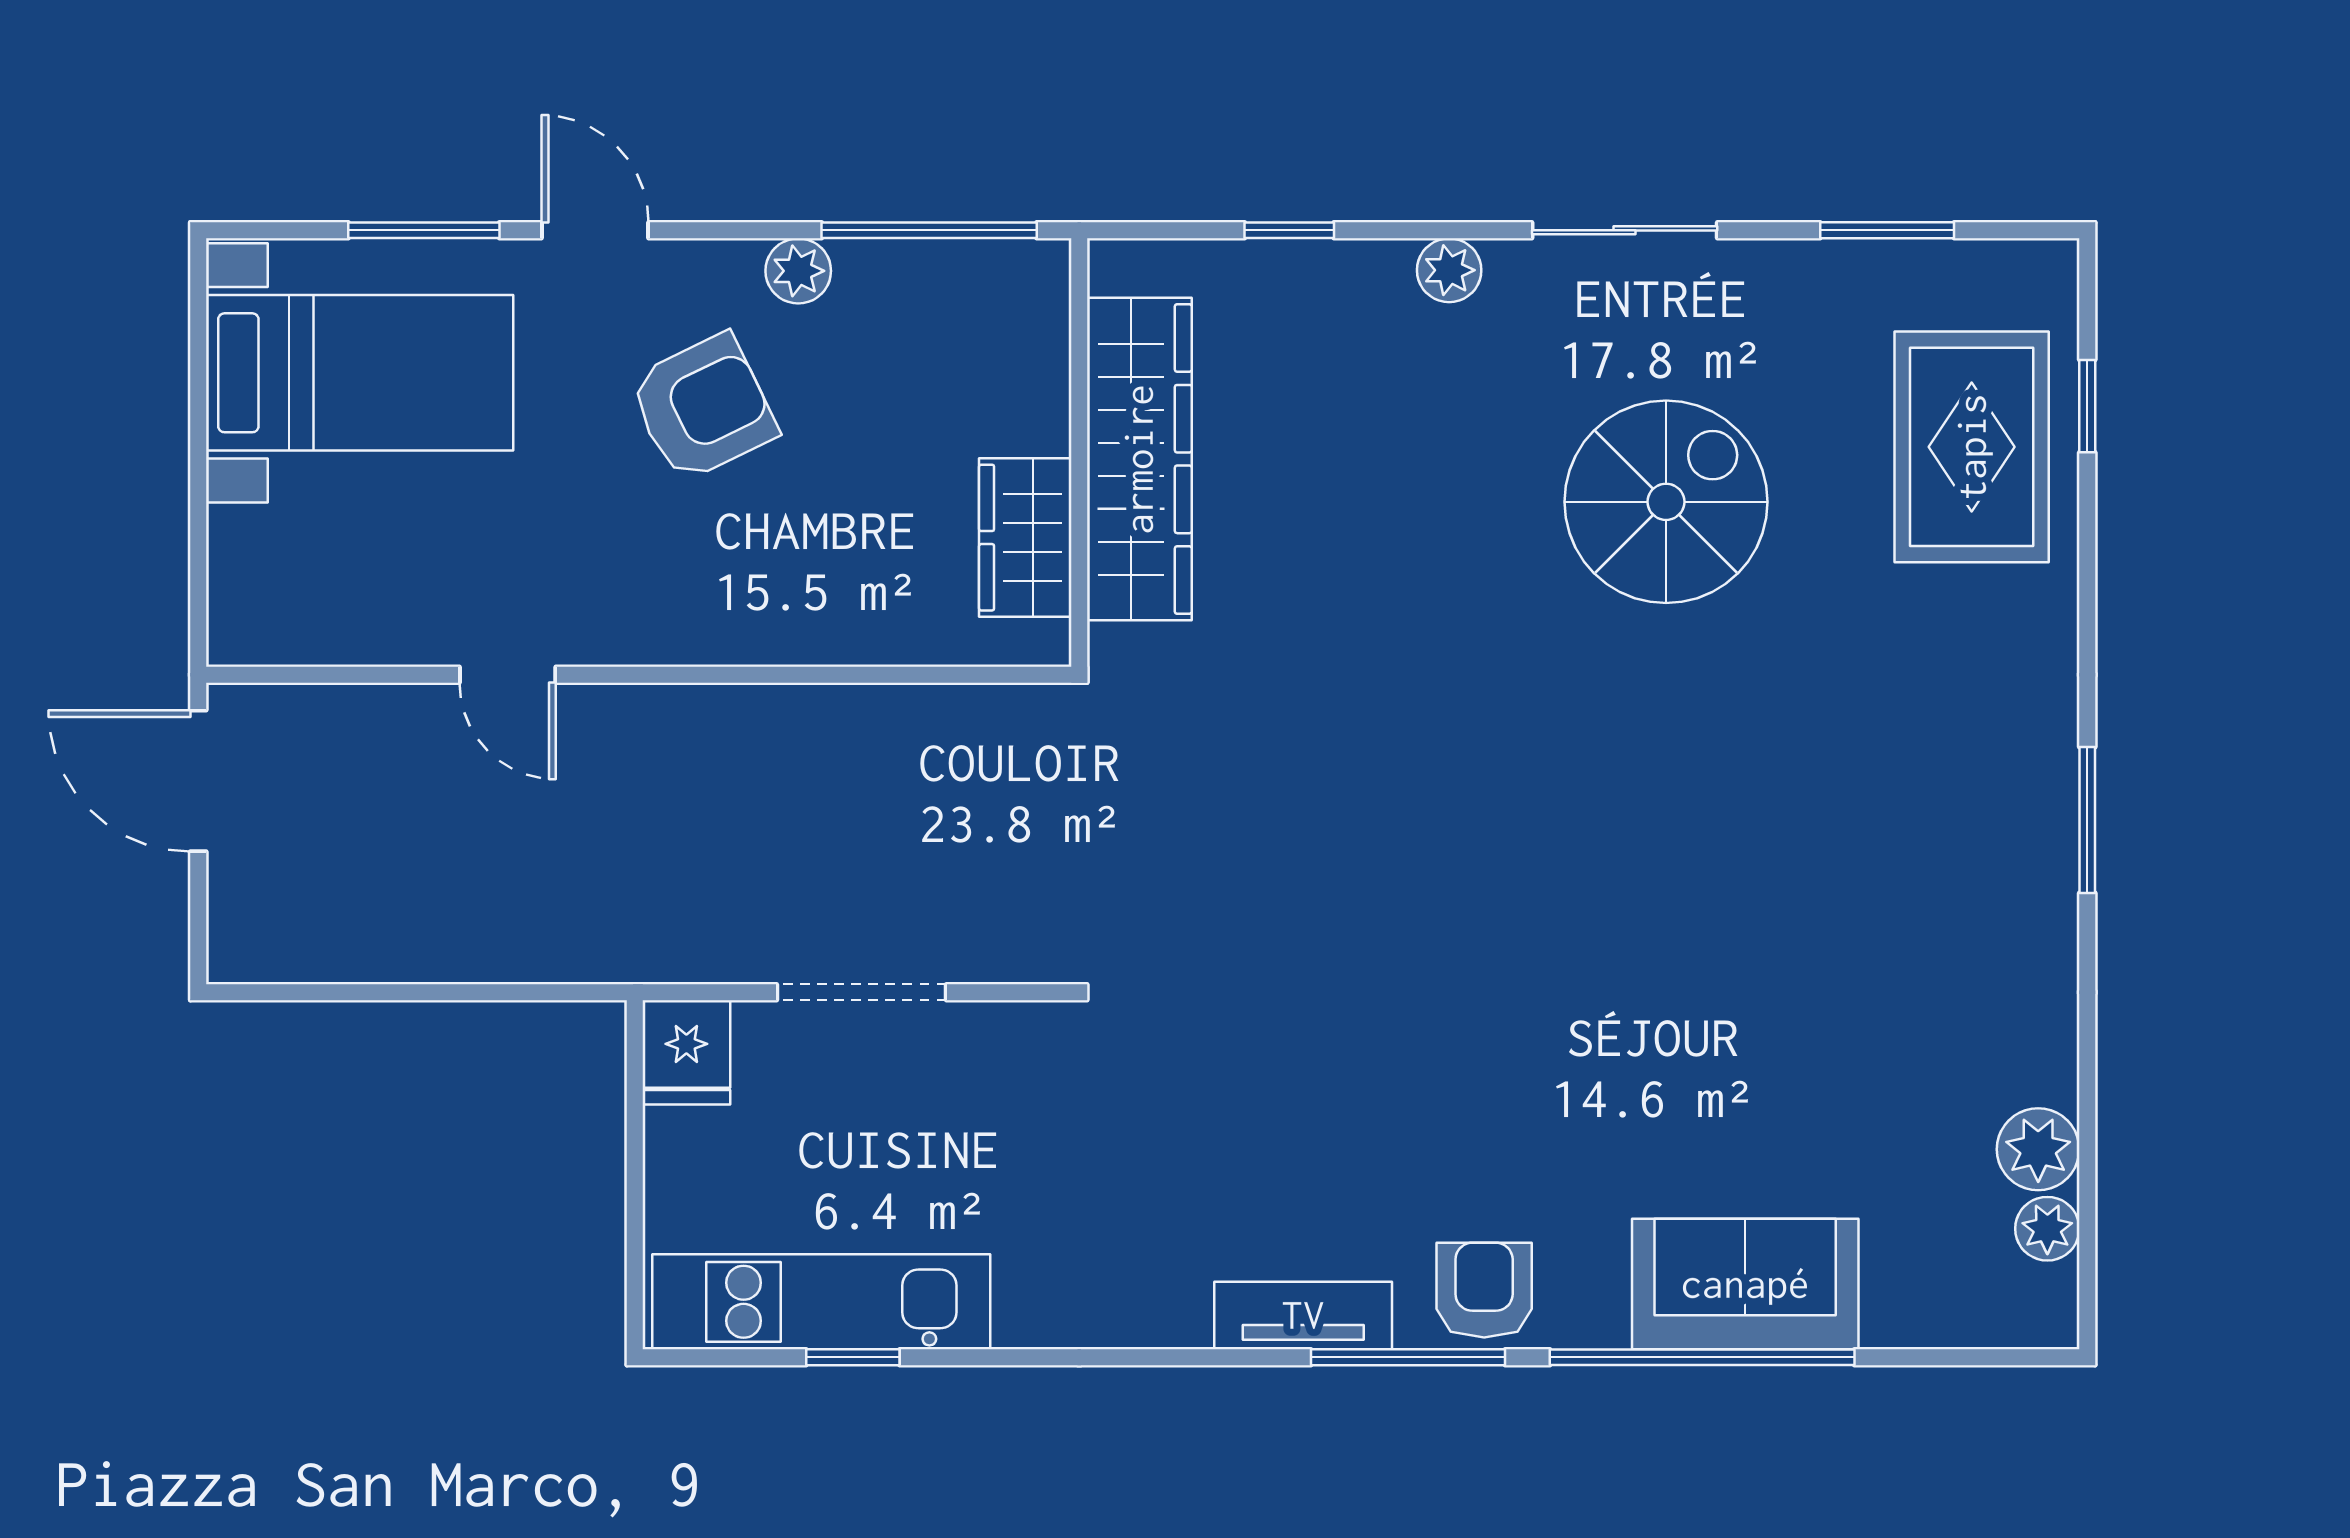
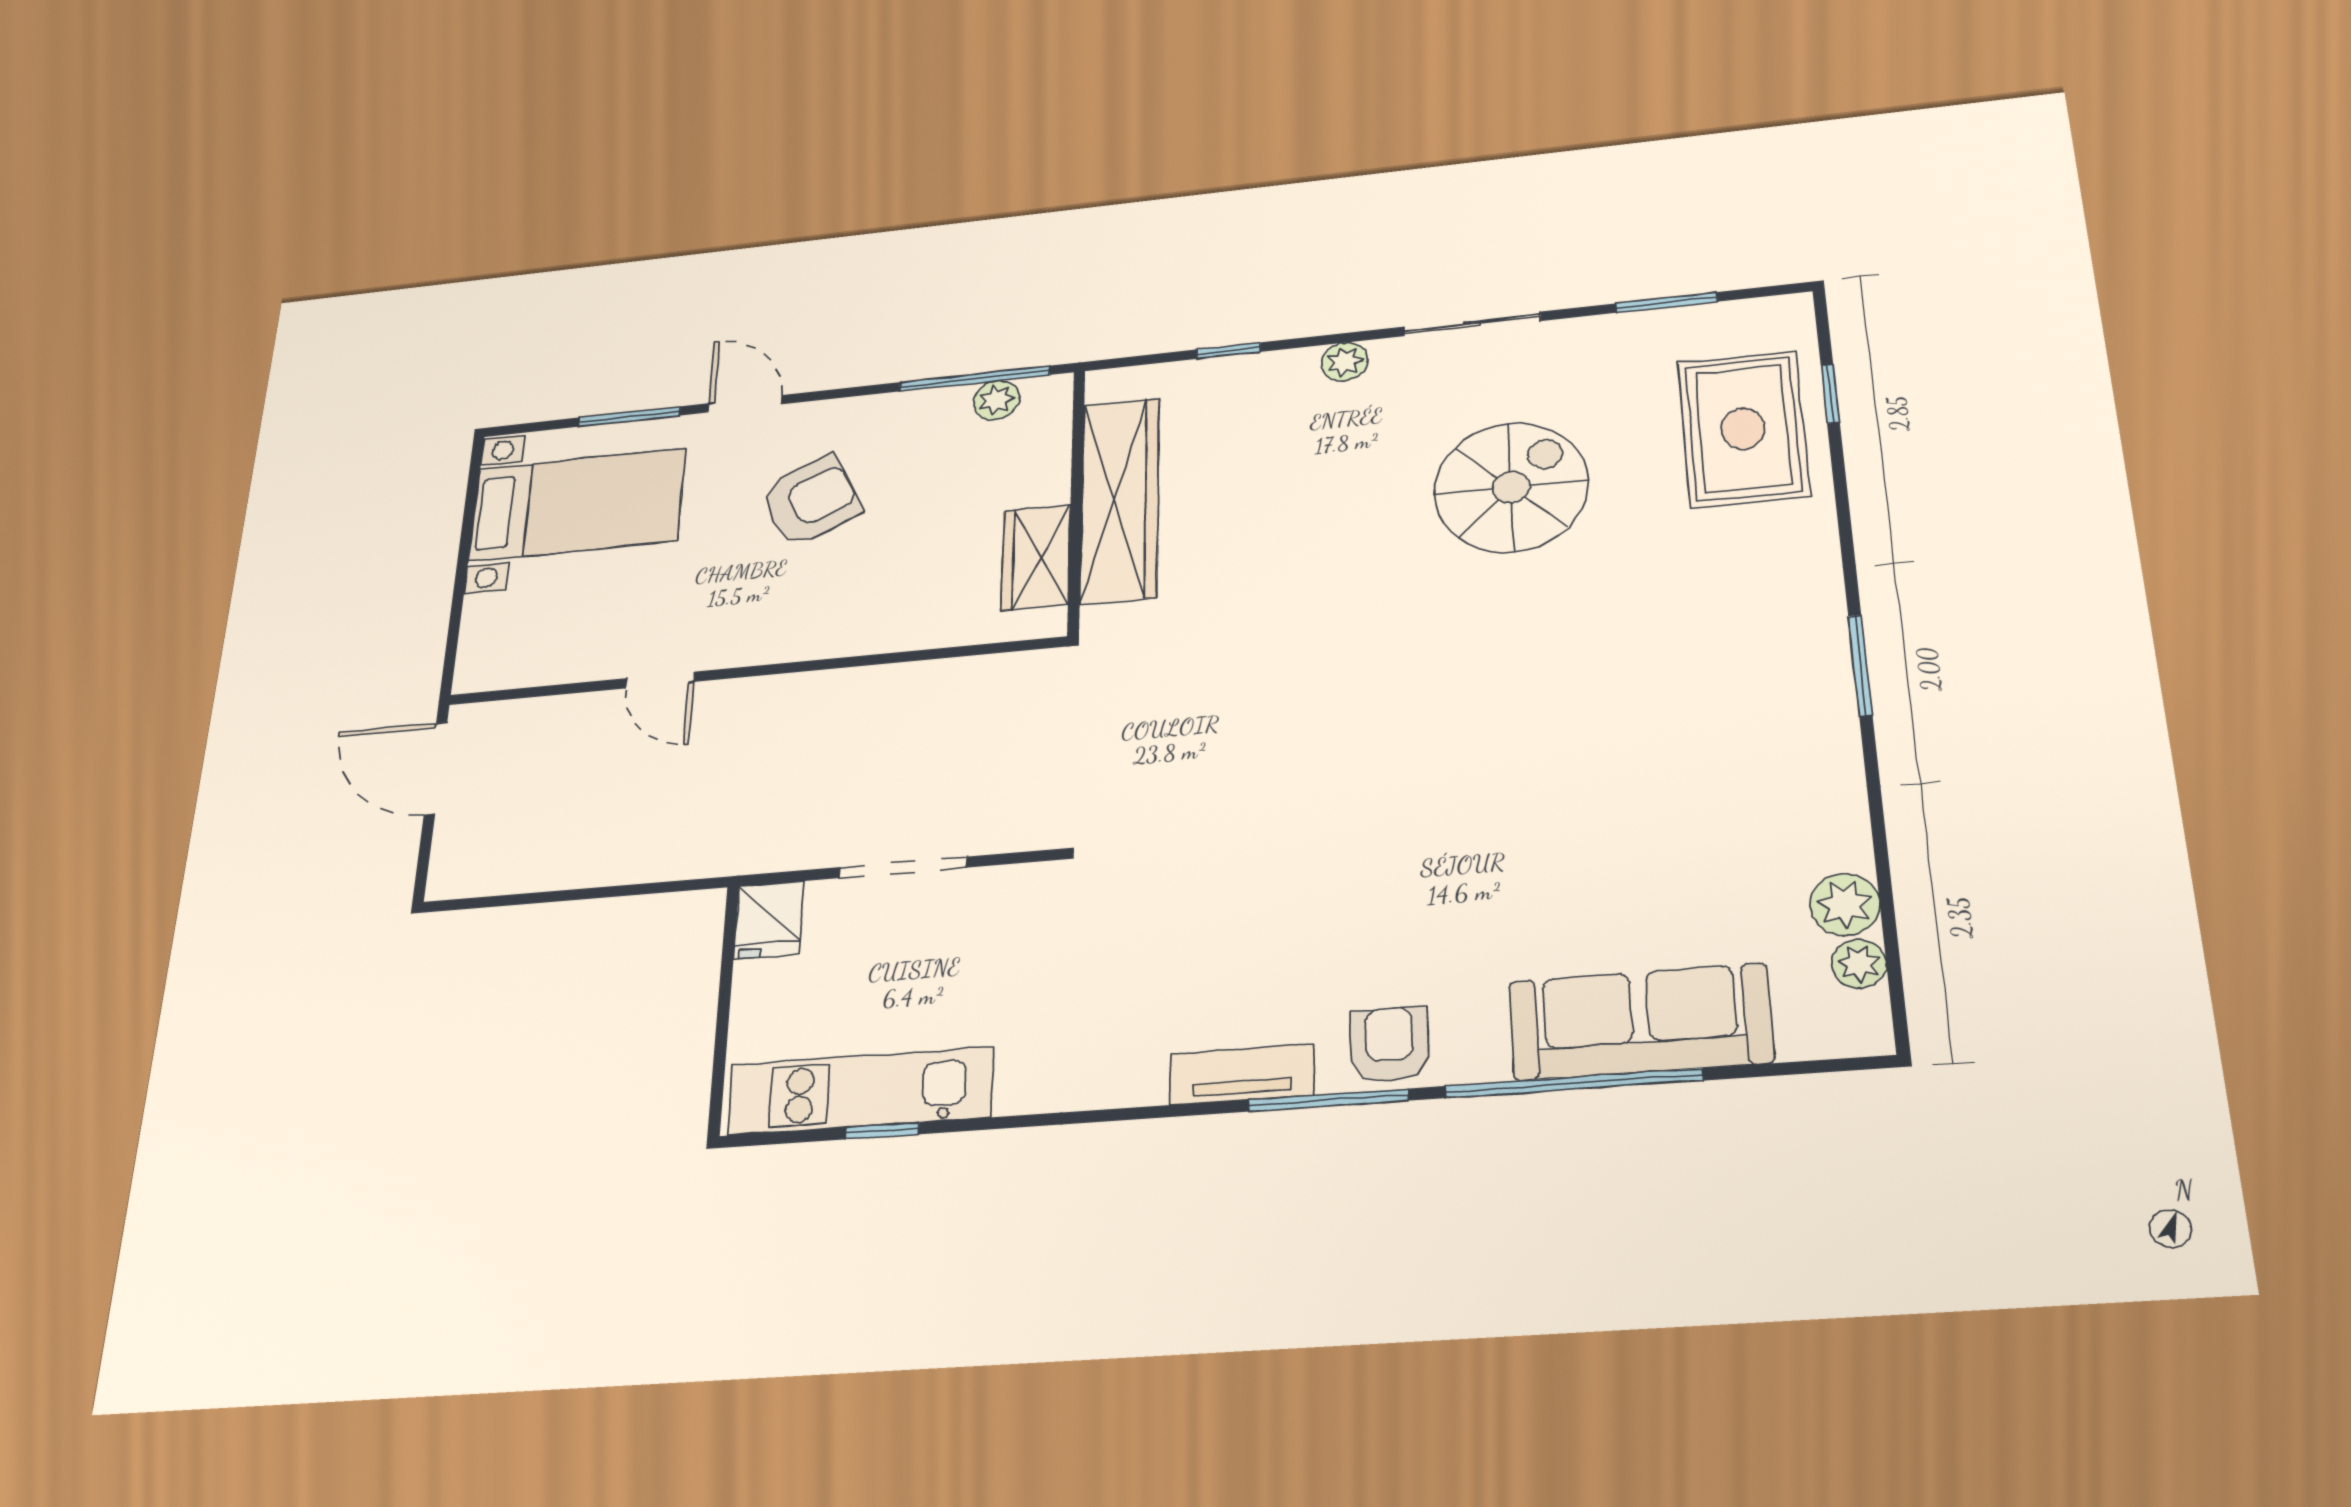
plant: (798, 271) -> (996, 400), moved
sofa: (1745, 1284) -> (1640, 1022), width x1.36

